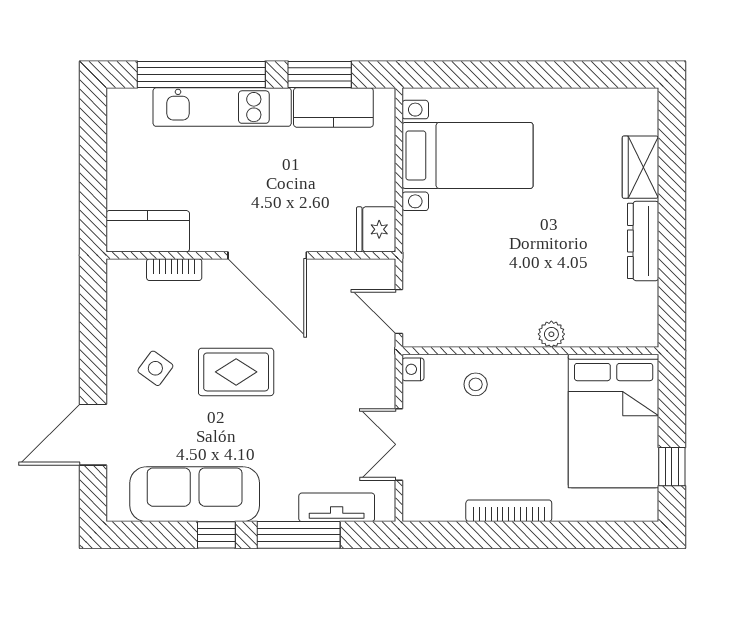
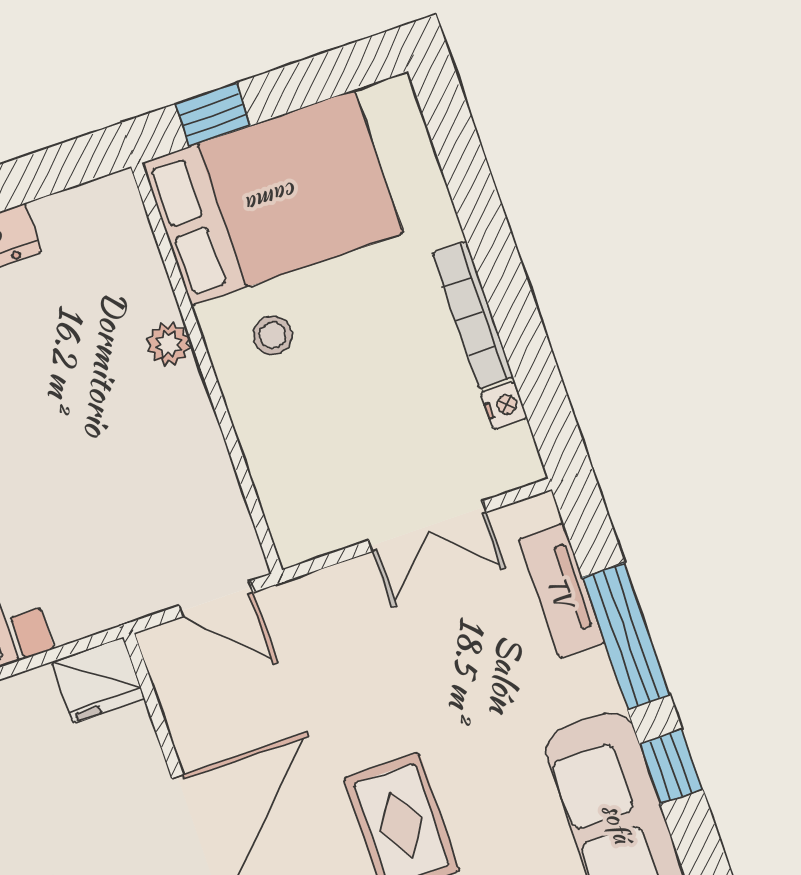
door: (399, 312) -> (216, 599), hinge flipped
nightstand: (413, 369) -> (504, 406), moved, turned -90
stool: (476, 384) -> (273, 335), moved
window: (672, 467) -> (213, 115), moved

